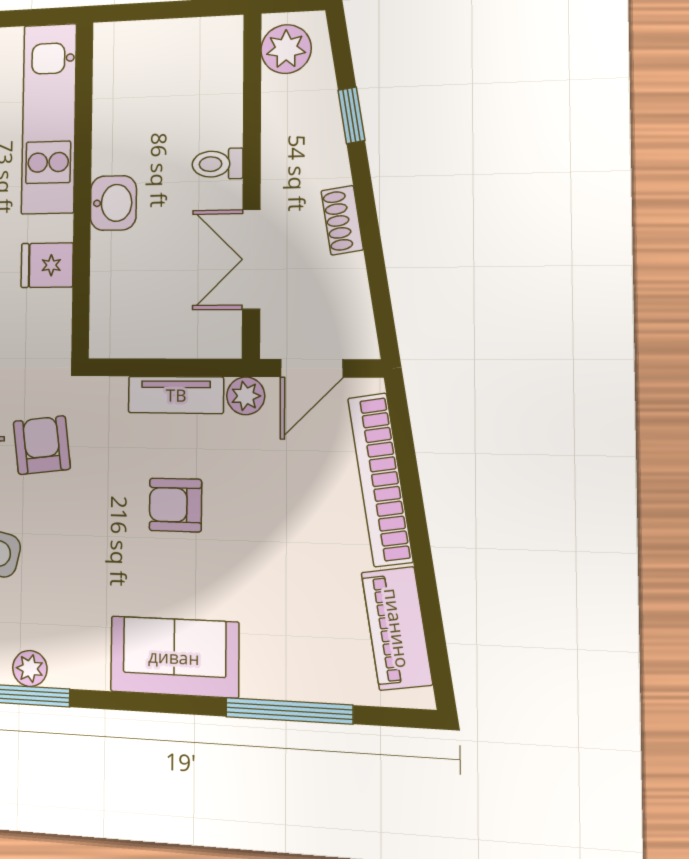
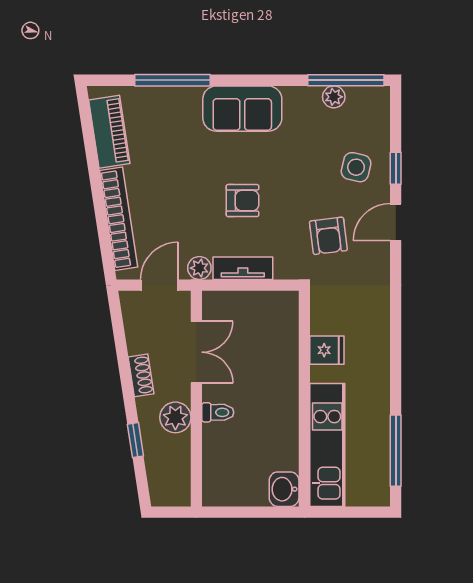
plant: (286, 49) -> (175, 417), moved
washbasin: (113, 203) -> (284, 489), moved

